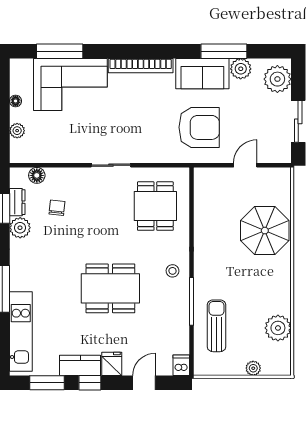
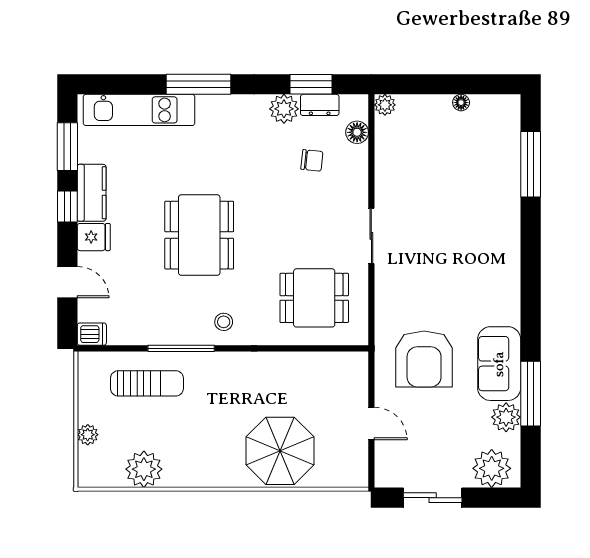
bookcase: (141, 66) -> (510, 277), removed
corner sofa: (70, 84) -> (484, 179), removed
plant: (17, 131) -> (385, 105), moved

